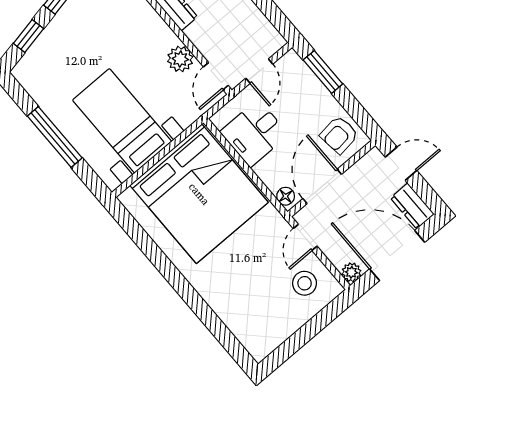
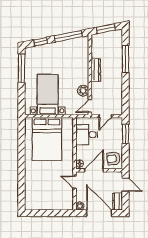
window: (55, 137) -> (22, 68), moved
bed: (199, 194) -> (47, 139), width x0.73
door: (305, 237) -> (75, 182), hinge flipped
stool: (305, 283) -> (62, 197), removed

